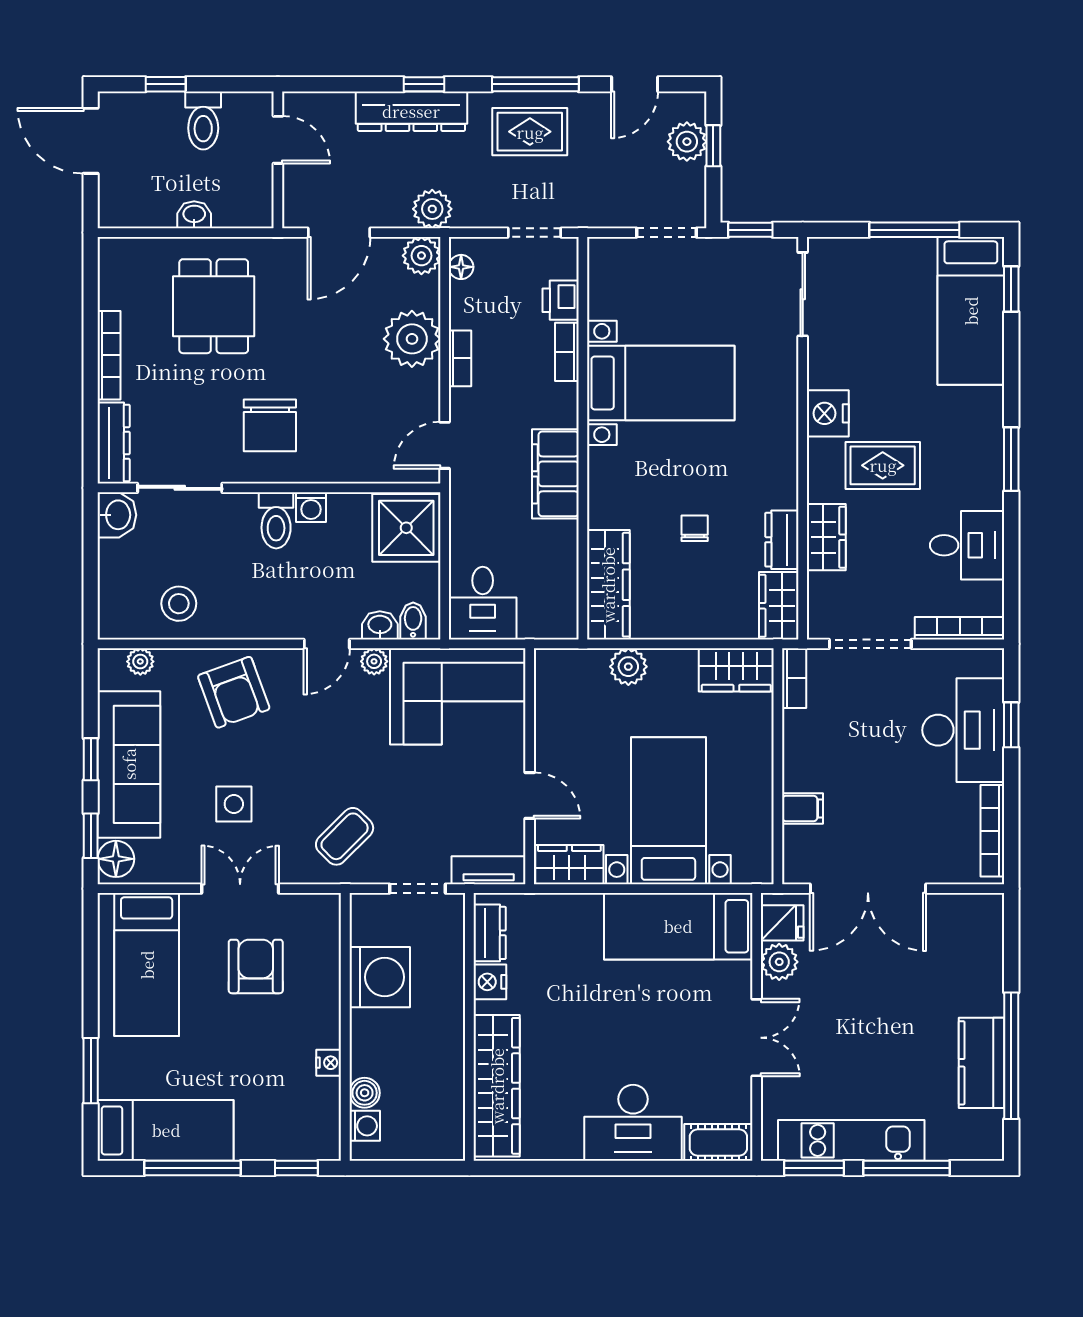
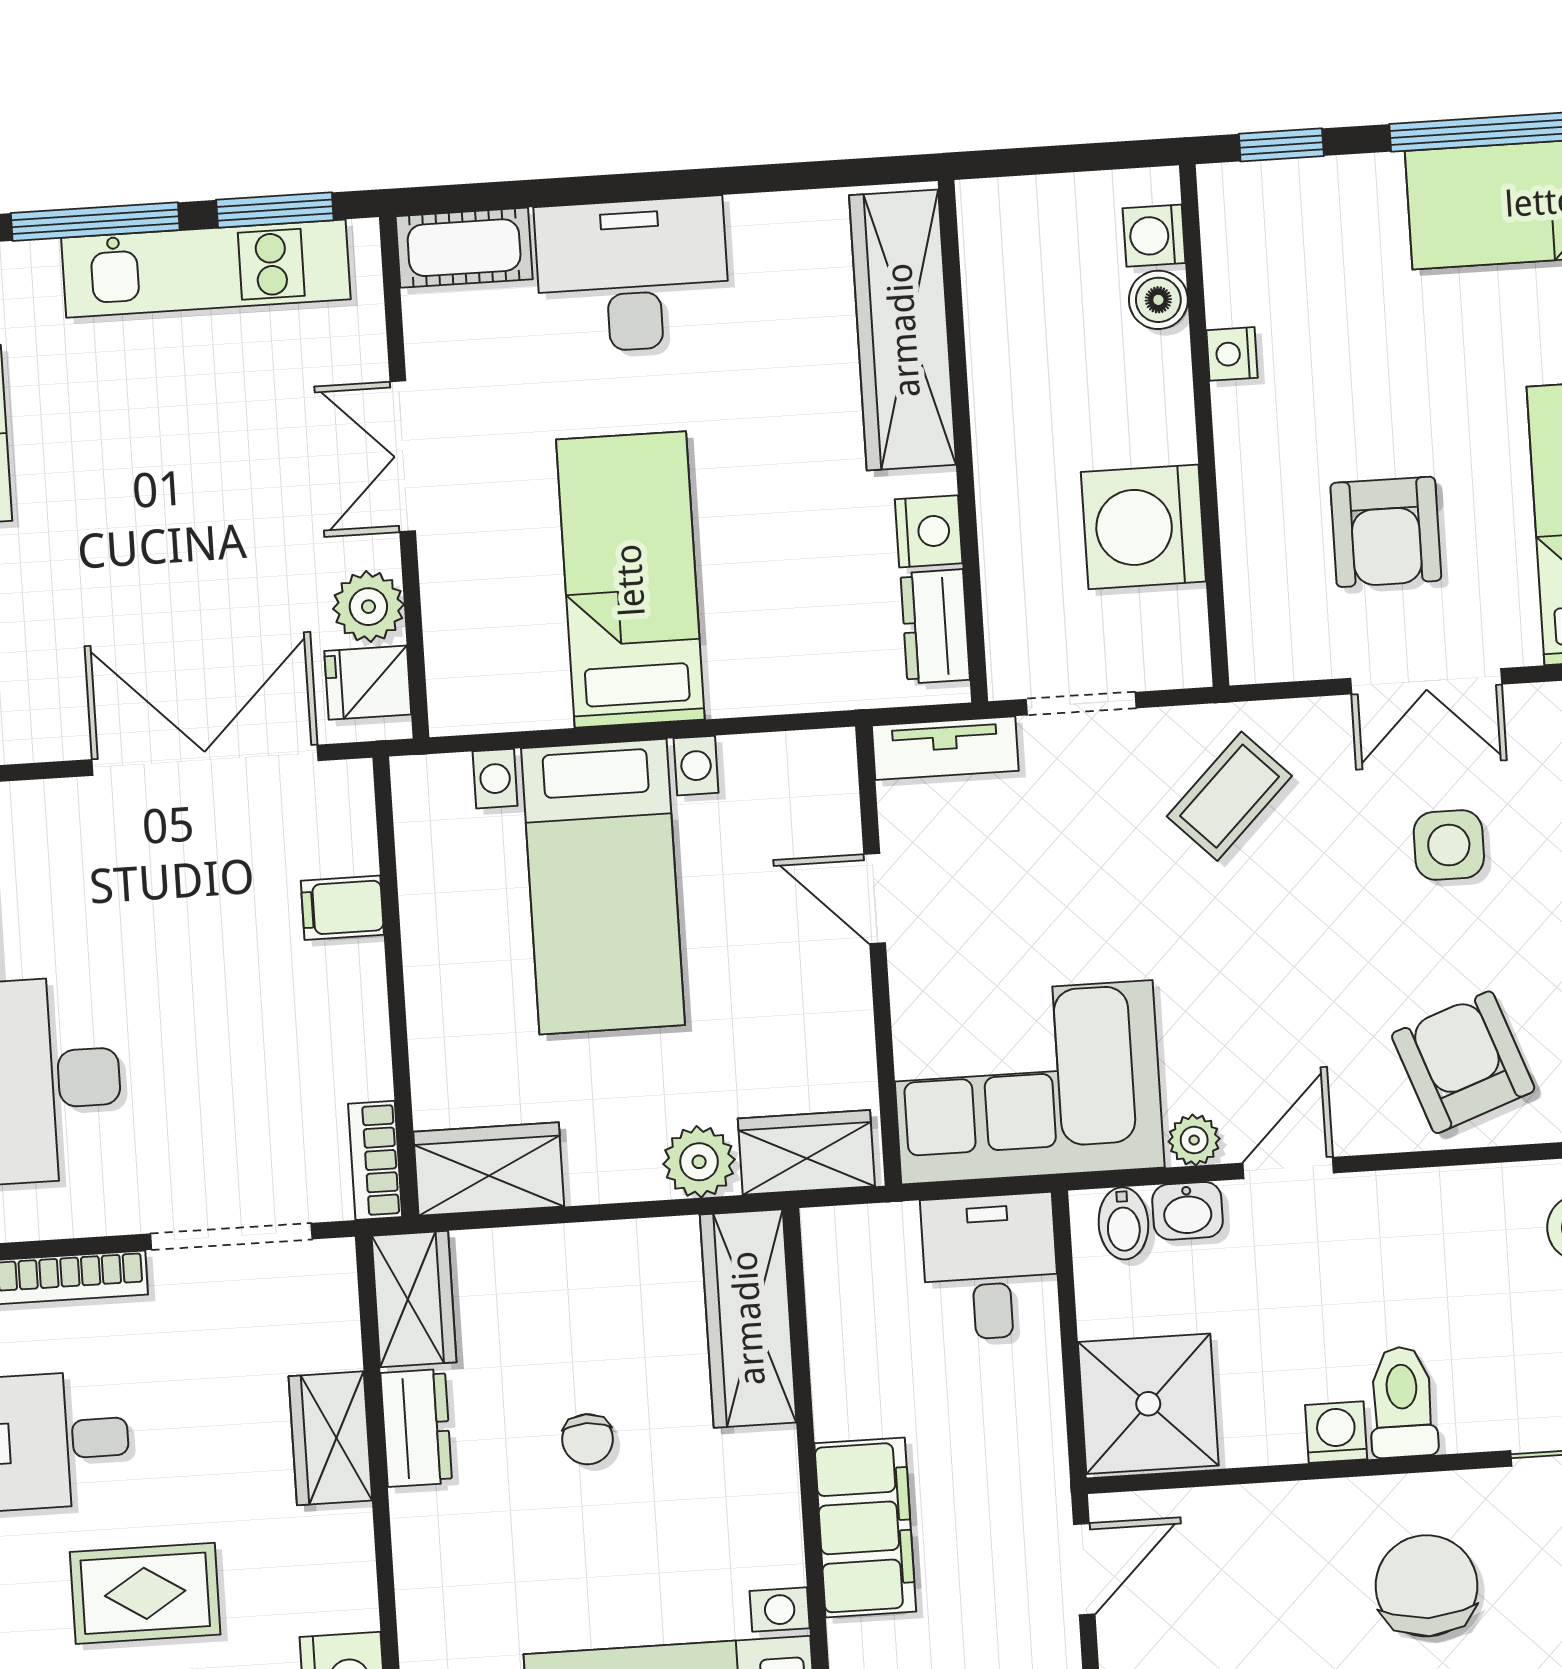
rug: (883, 465) -> (145, 1593), moved
wardrobe: (569, 865) -> (806, 1152), moved, turned 180
bed: (678, 926) -> (630, 580), moved, turned -90

